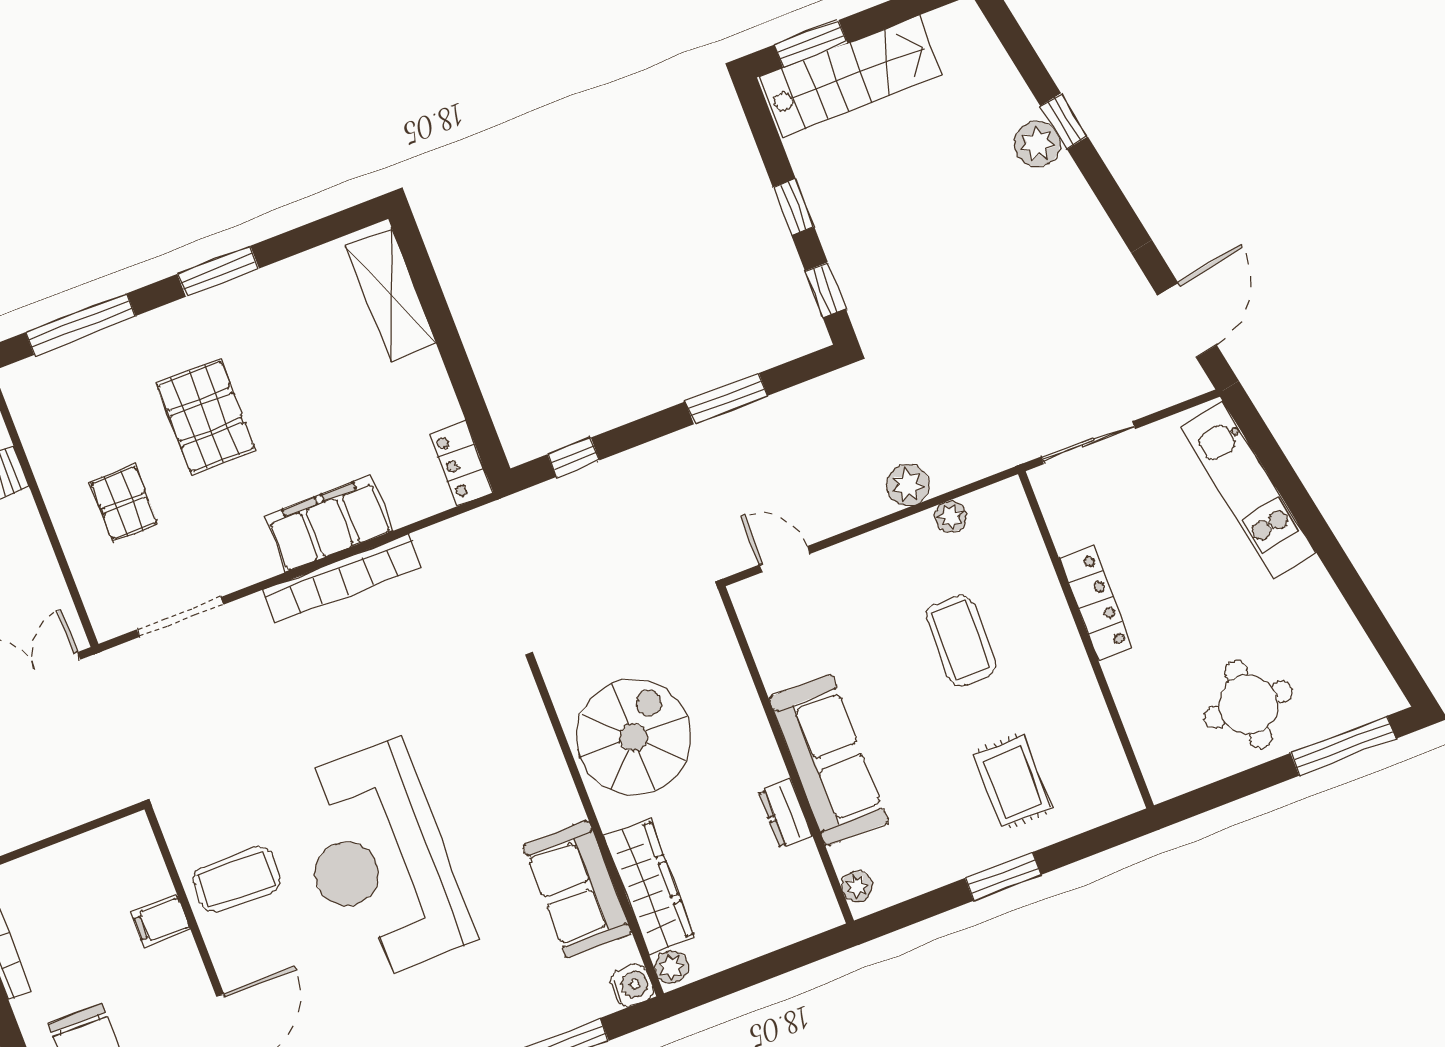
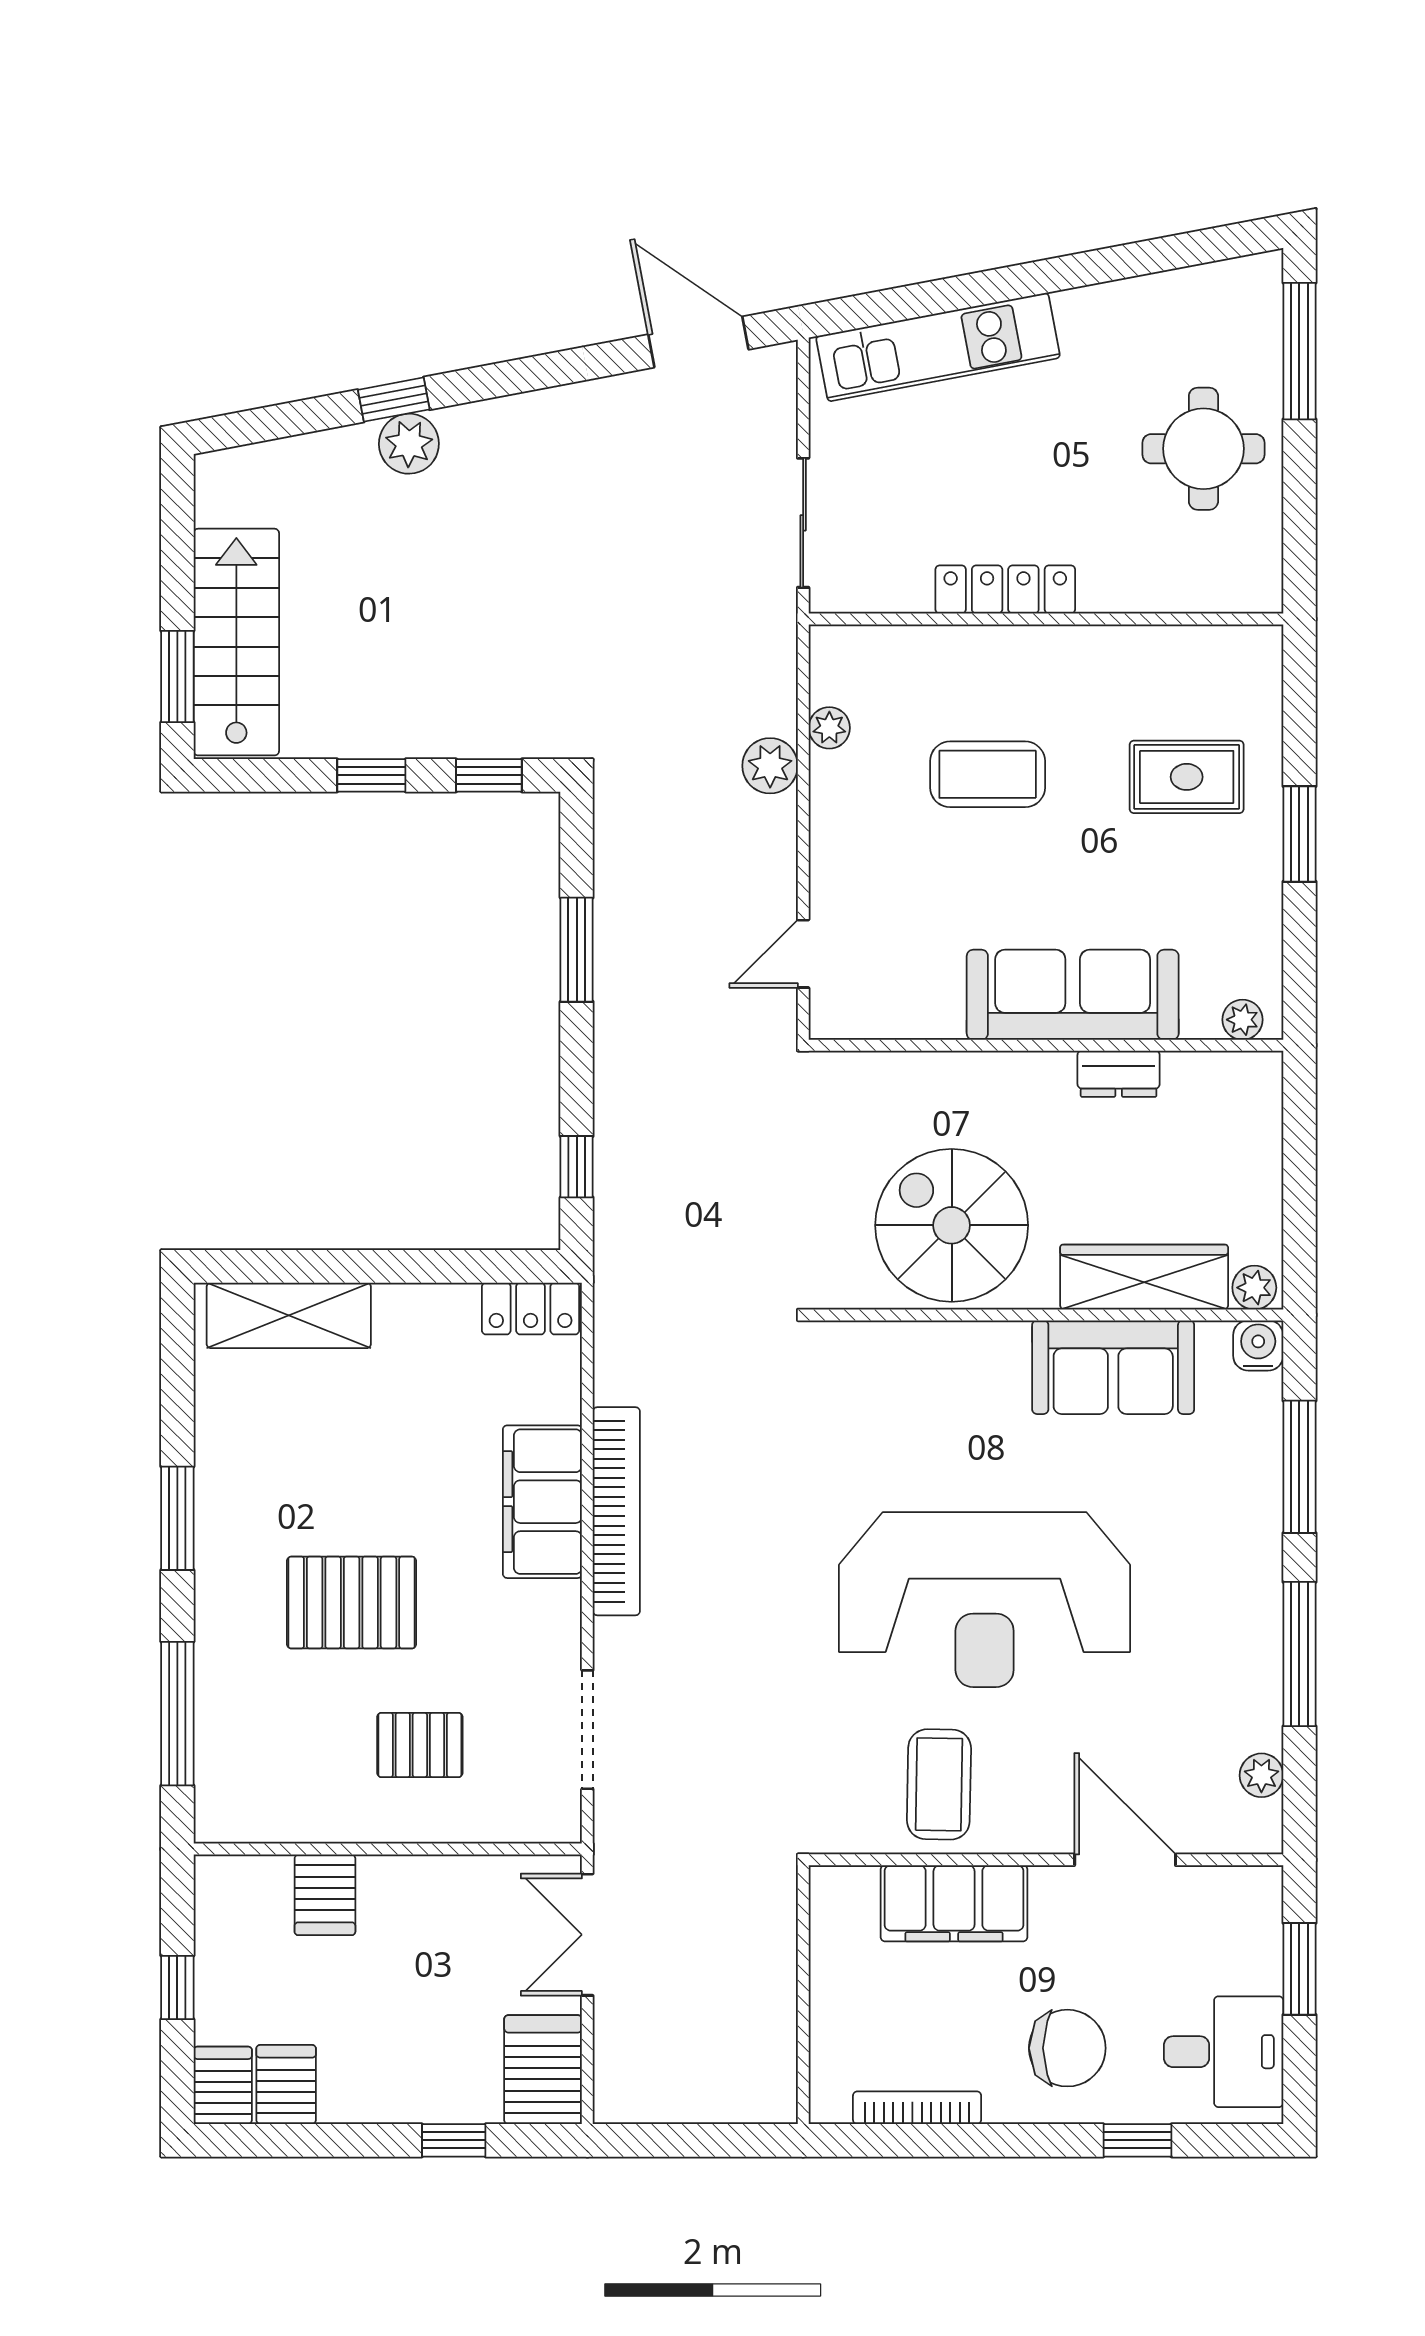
filing cabinet: (161, 921) -> (954, 1903), width x3.00, depth x1.17

